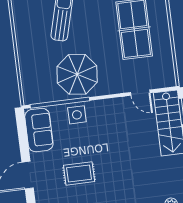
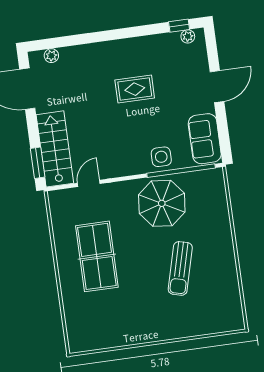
door: (140, 93) -> (89, 183), hinge flipped
rug: (79, 173) -> (135, 89), moved

